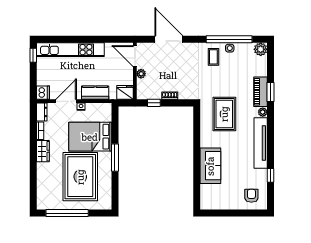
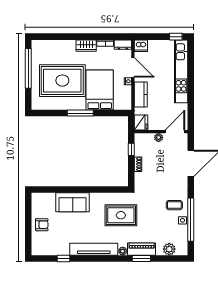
plant: (261, 49) -> (169, 249), moved
armchair: (251, 196) -> (42, 225), moved

